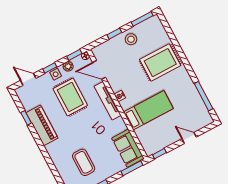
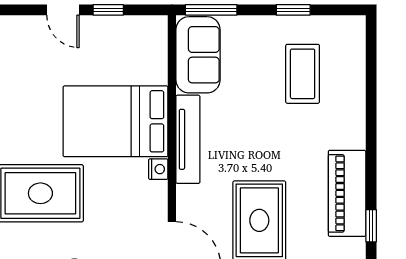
tv unit: (108, 101) -> (188, 139), moved
bed: (148, 110) -> (115, 121), width x1.50
window: (159, 154) -> (108, 10), moved

